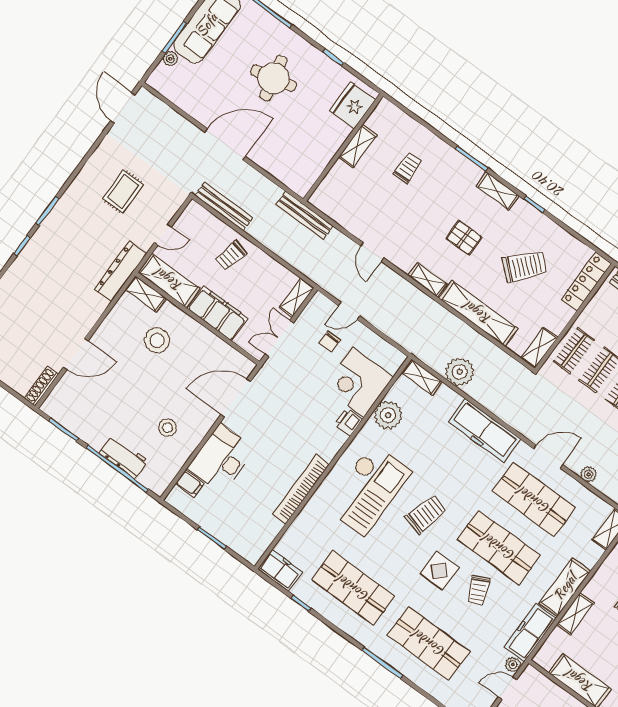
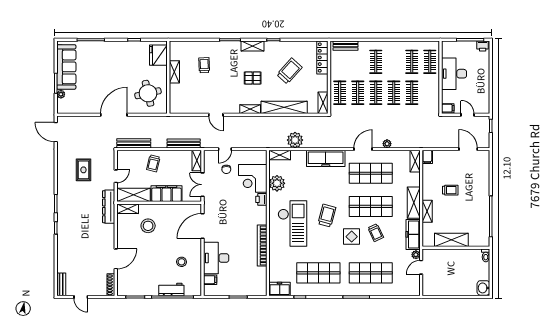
round table: (273, 78) -> (148, 93), moved
bench: (305, 215) -> (184, 143), moved

